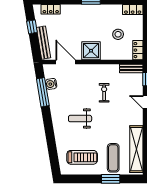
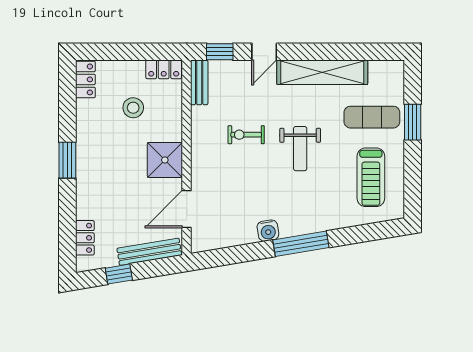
water cooler: (51, 84) -> (268, 231), moved
window: (43, 92) -> (301, 244), moved
weight bench: (80, 119) -> (300, 149), moved
shelving: (136, 149) -> (322, 72), moved
treadmill: (82, 157) -> (371, 177), turned 180

